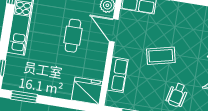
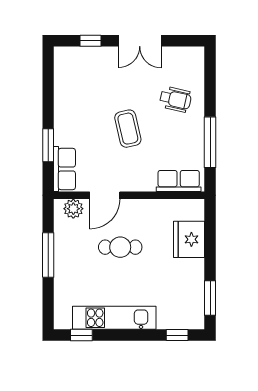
row of seats: (118, 75) -> (179, 181), moved
fridge: (87, 91) -> (189, 239), moved

